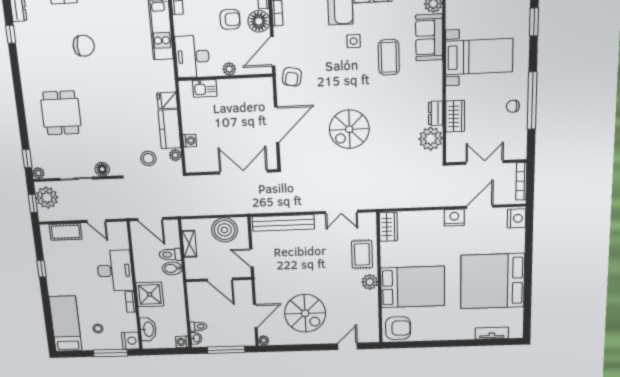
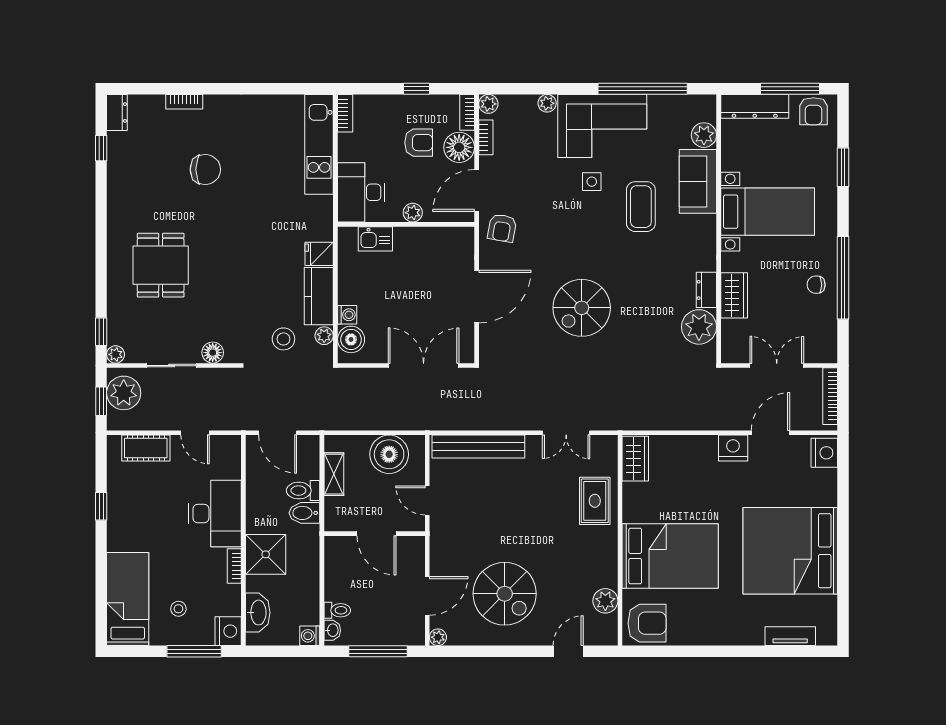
boiler: (194, 157) -> (351, 339), added
plant: (370, 282) -> (605, 601), moved

